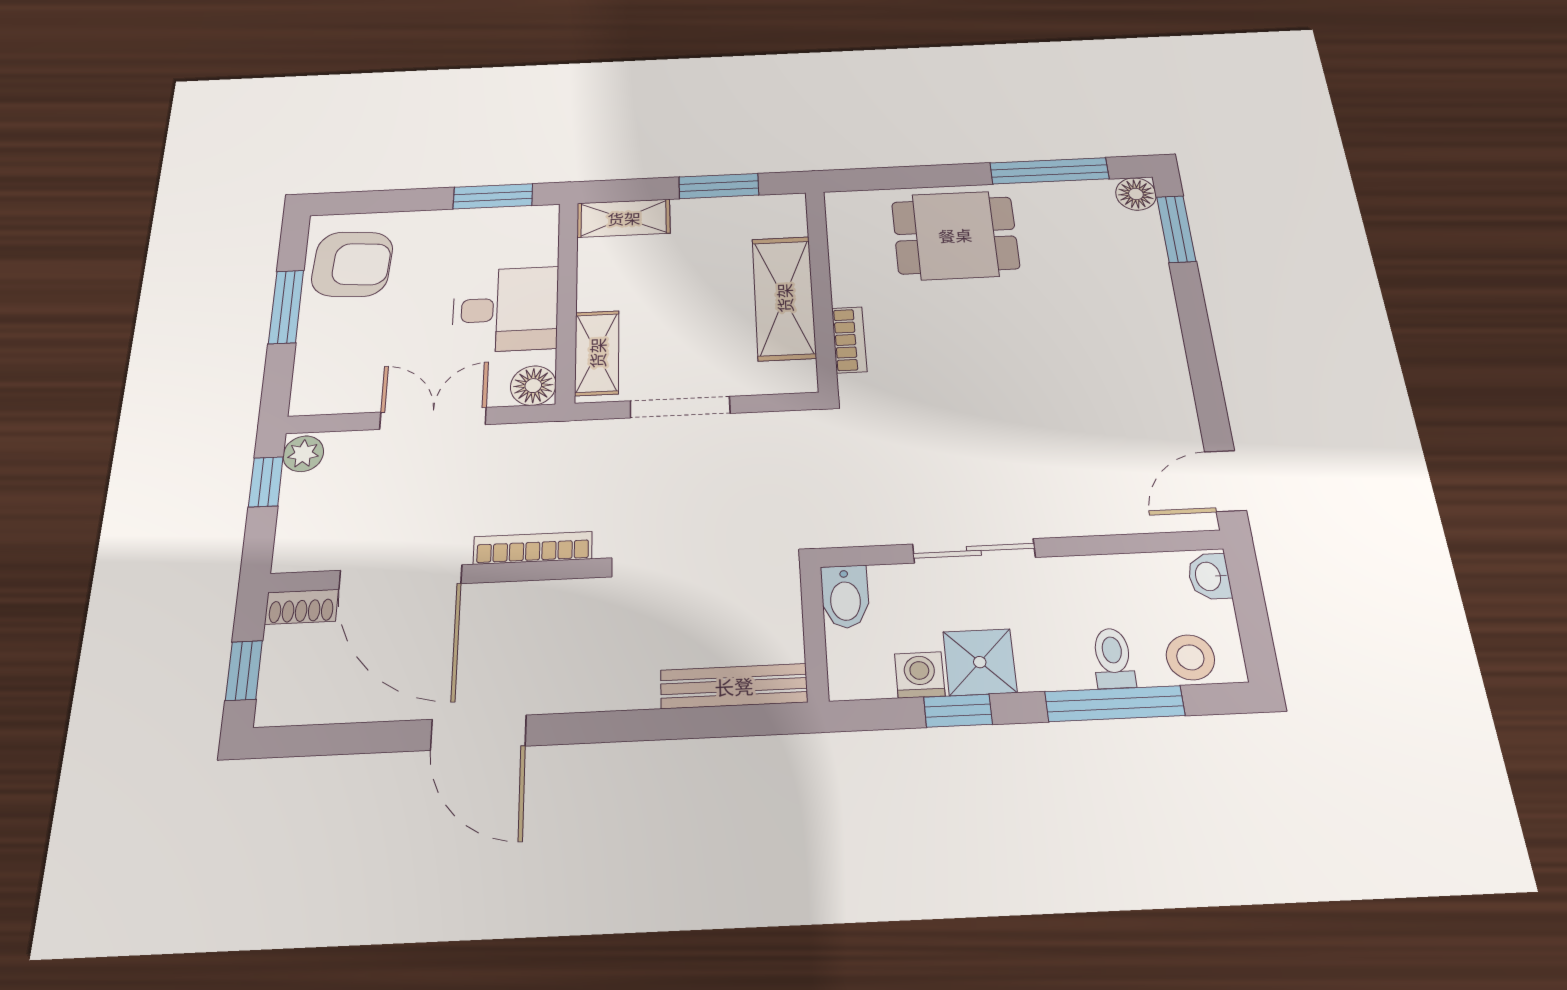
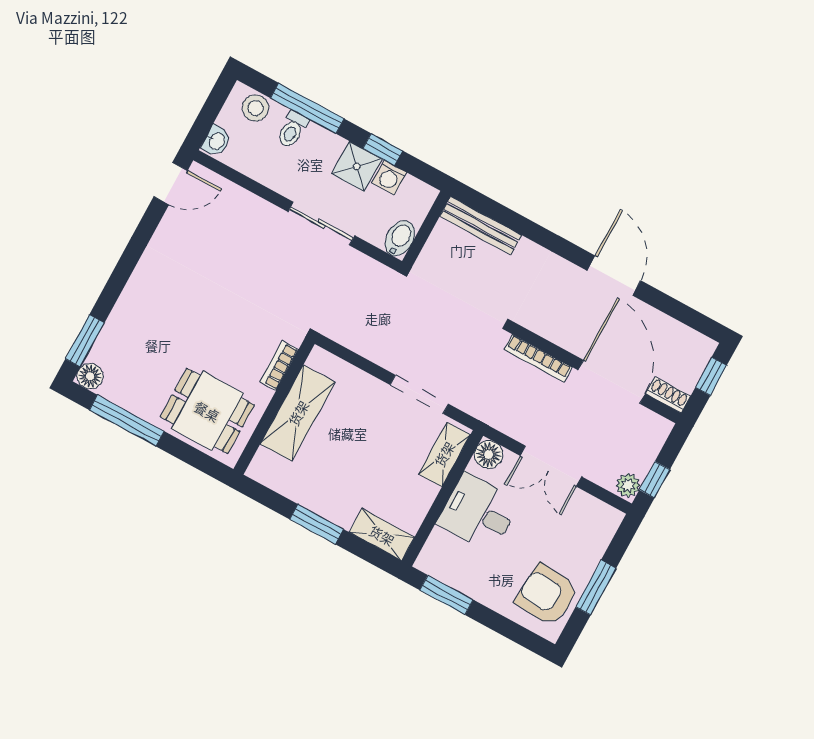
wall: (821, 289) -> (274, 406), moved
shelving: (784, 298) -> (298, 413), moved
bookcase: (849, 340) -> (279, 366), moved

